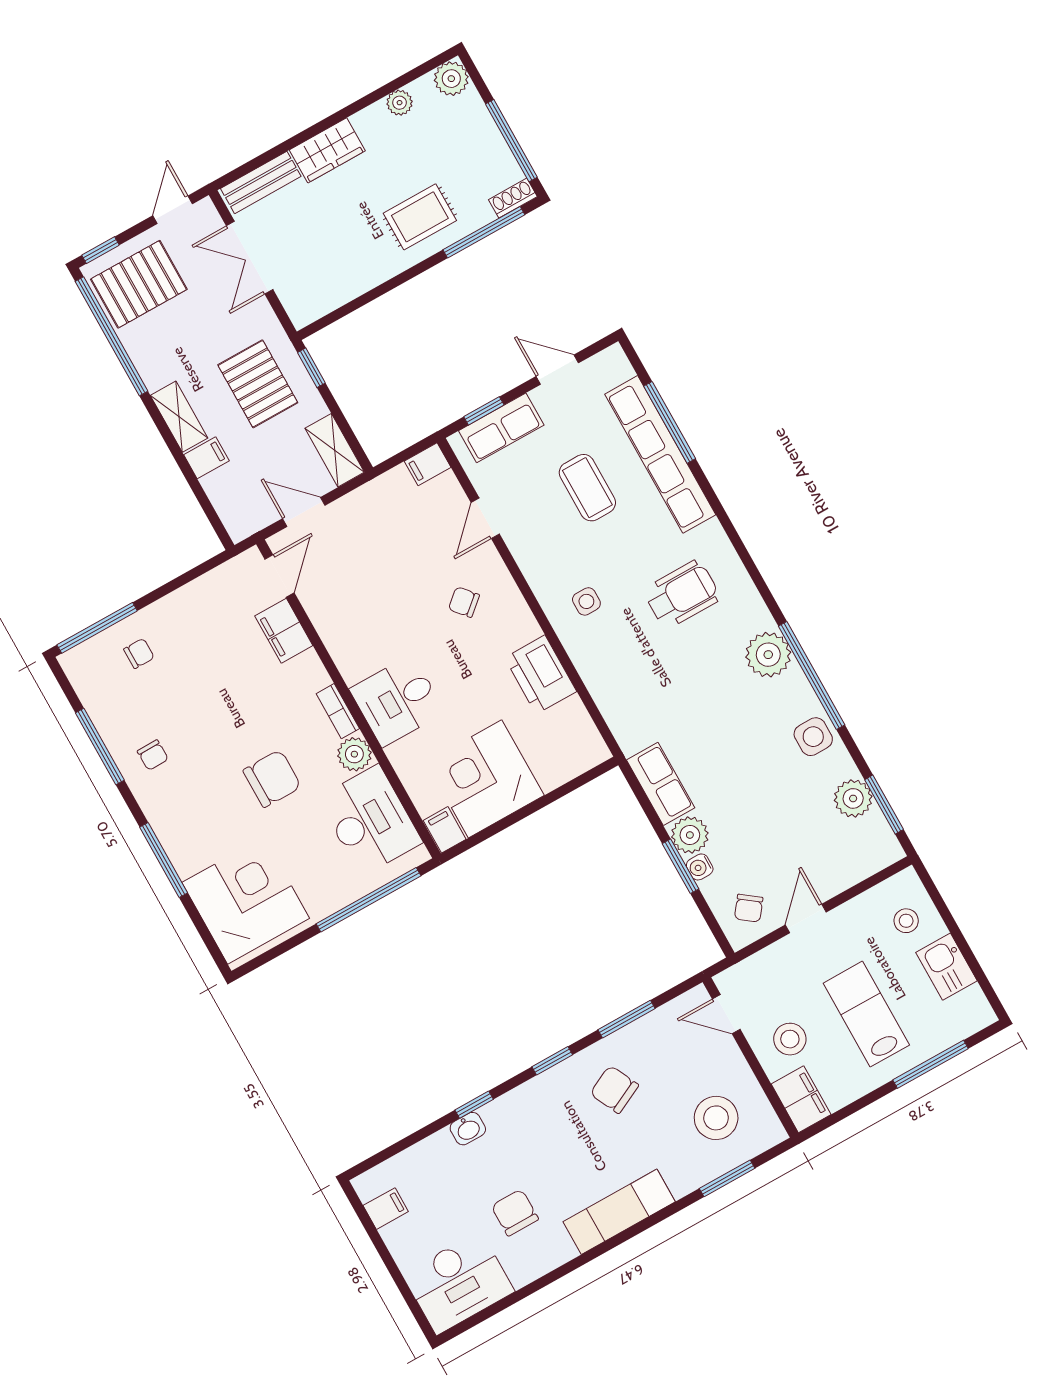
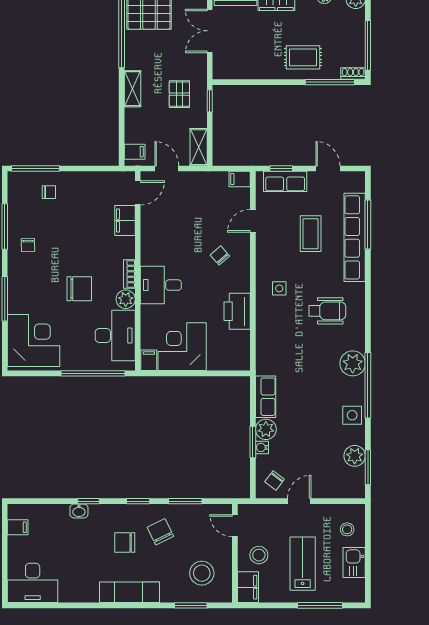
pallet: (258, 384) -> (179, 94), width x0.67, depth x0.71
filing cabinet: (206, 458) -> (135, 152), moved
chair: (515, 1213) -> (125, 543), moved, turned -90

